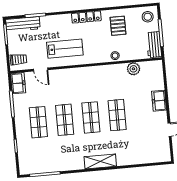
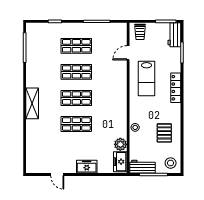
locker: (86, 17) -> (176, 88), moved
workbench: (23, 24) -> (174, 35), width x0.73
pallet: (118, 26) -> (164, 133), turned 90
freezer: (18, 83) -> (120, 162), moved, turned 90

